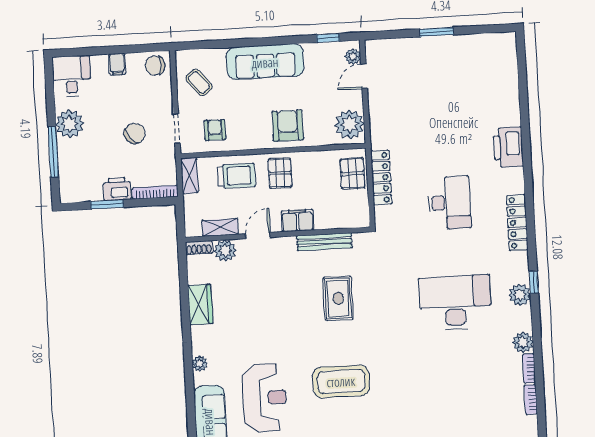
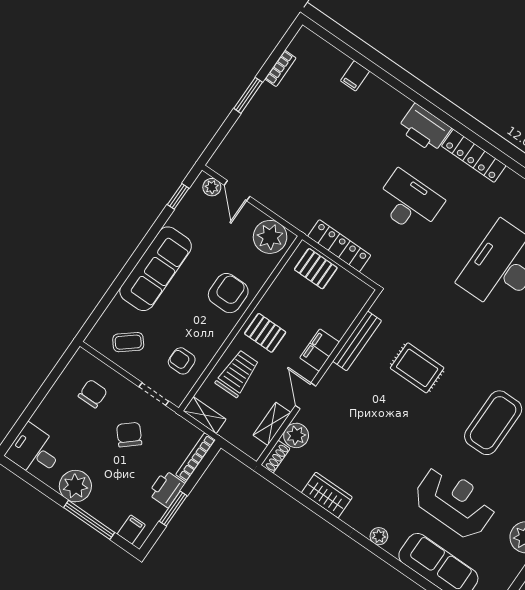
bookcase: (473, 40) -> (280, 68), added
filing cabinet: (117, 64) -> (131, 529), moved, turned -90
chair: (155, 66) -> (93, 394), moved, turned 180
filing cabinet: (509, 96) -> (355, 76), added
armchair: (288, 126) -> (228, 293), turned 90
printer: (508, 147) -> (424, 128), moved

